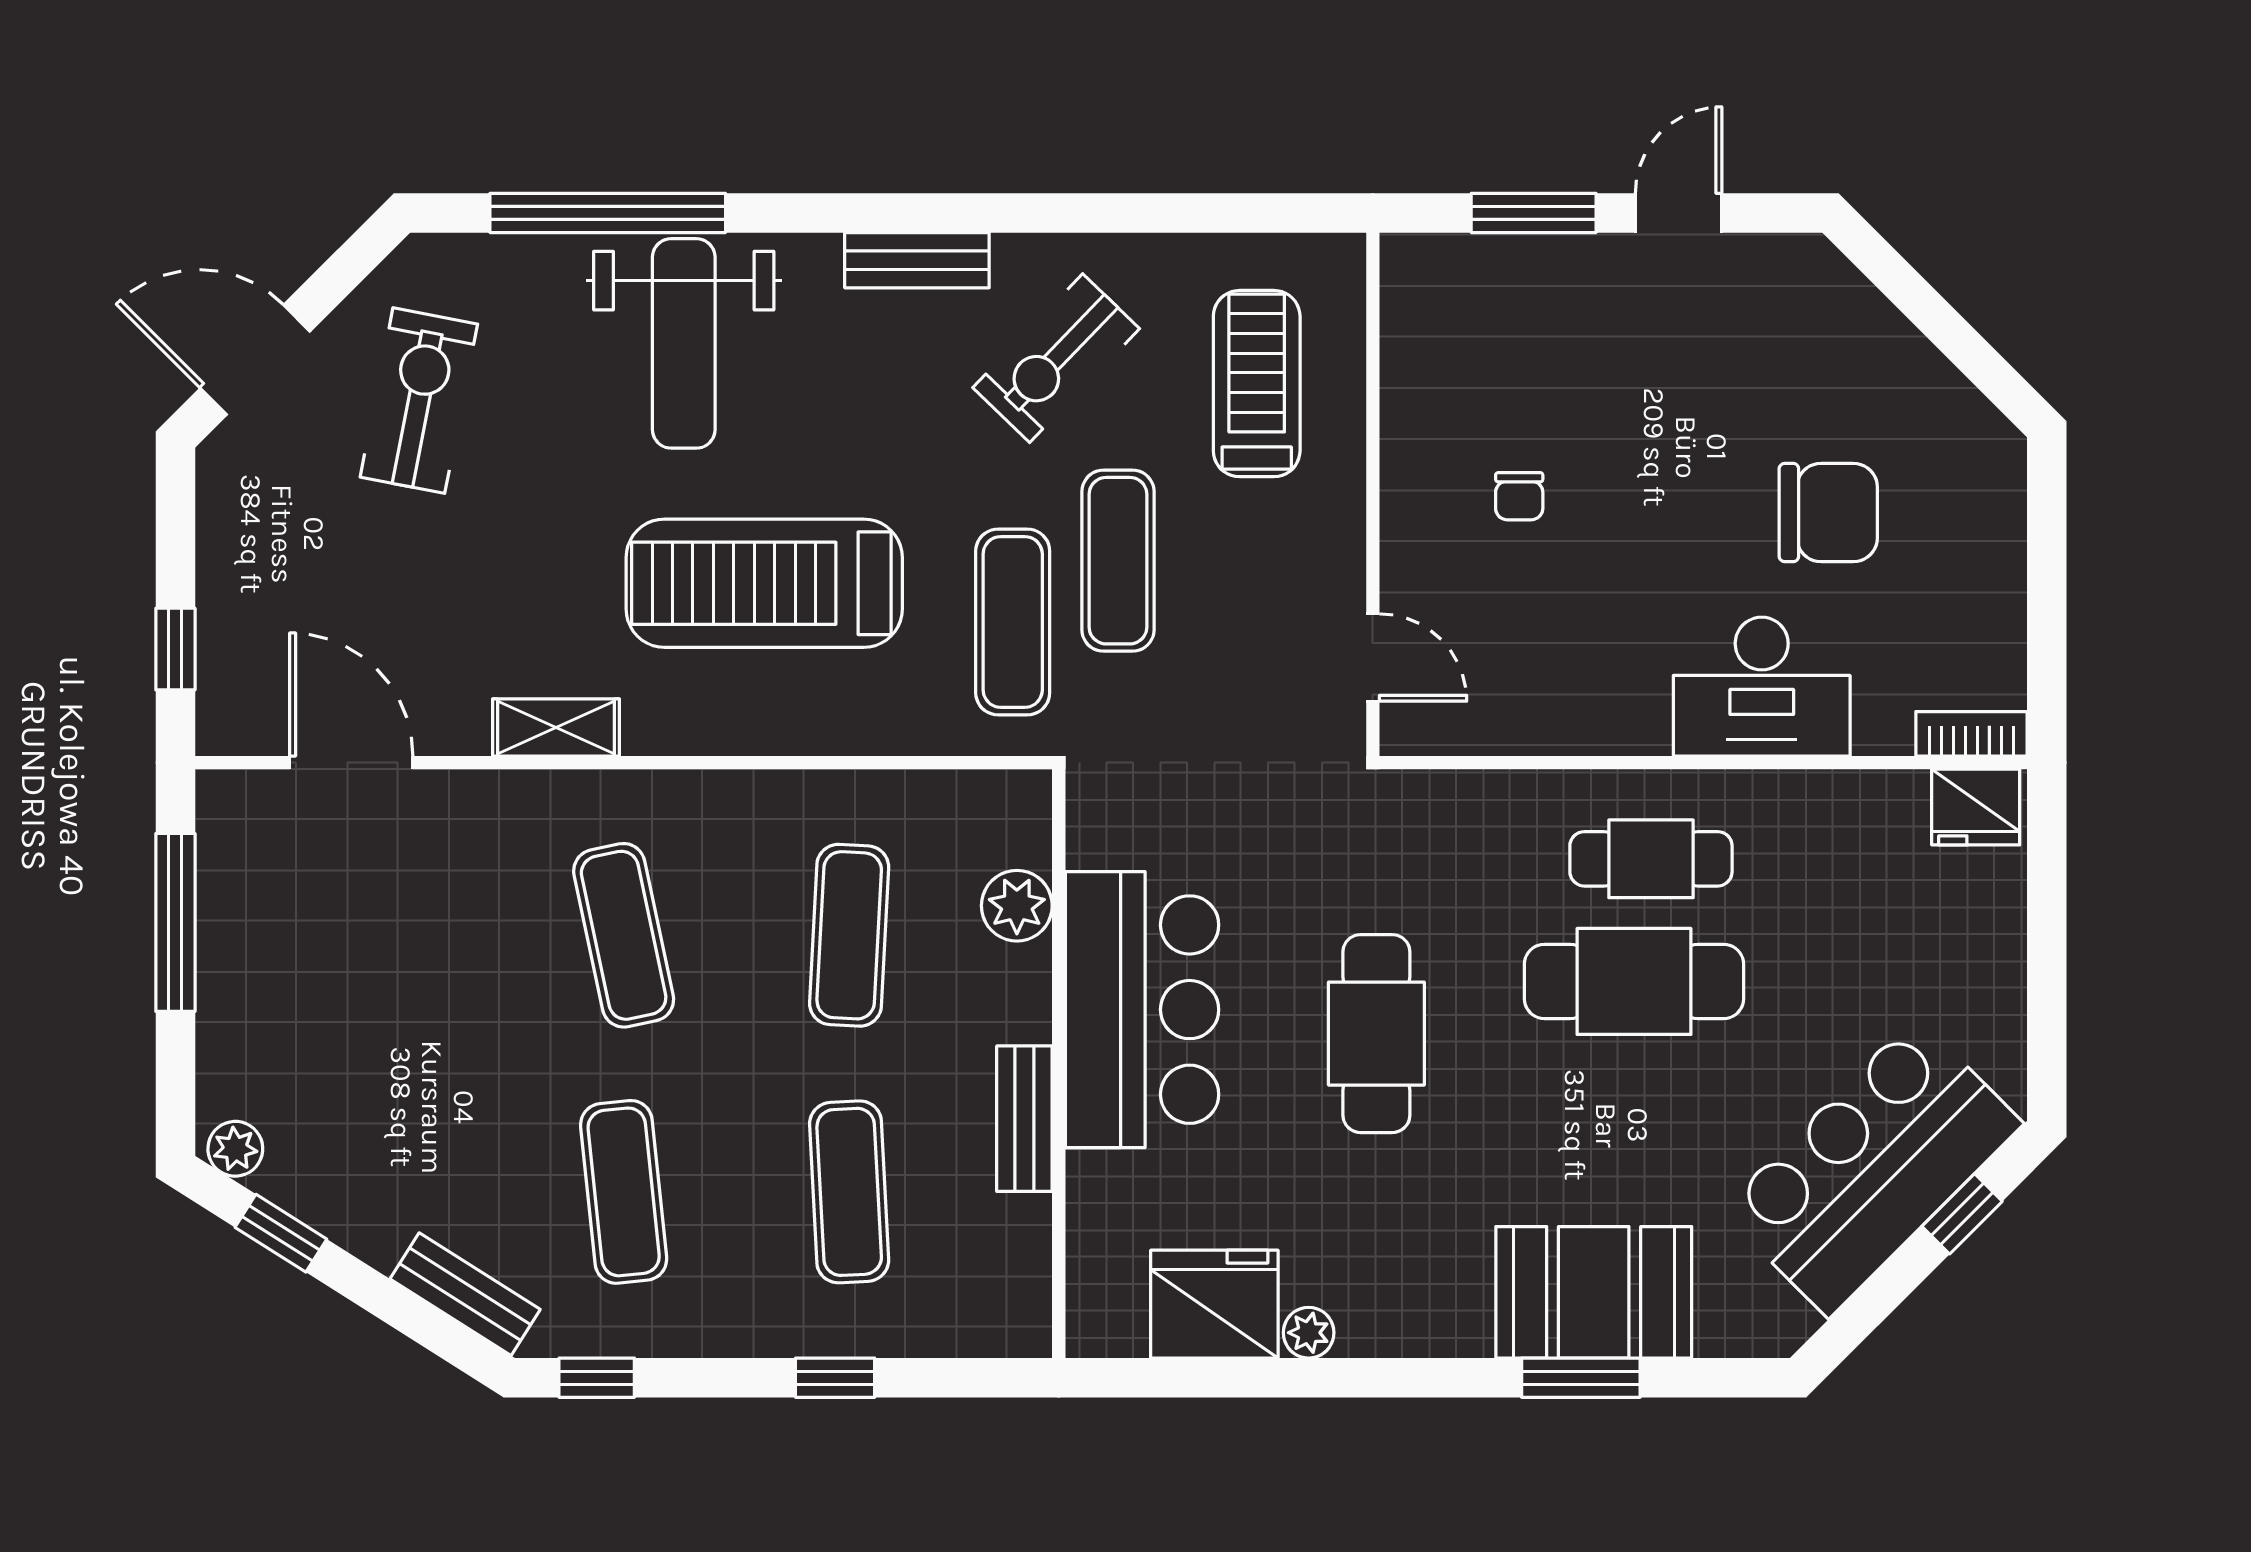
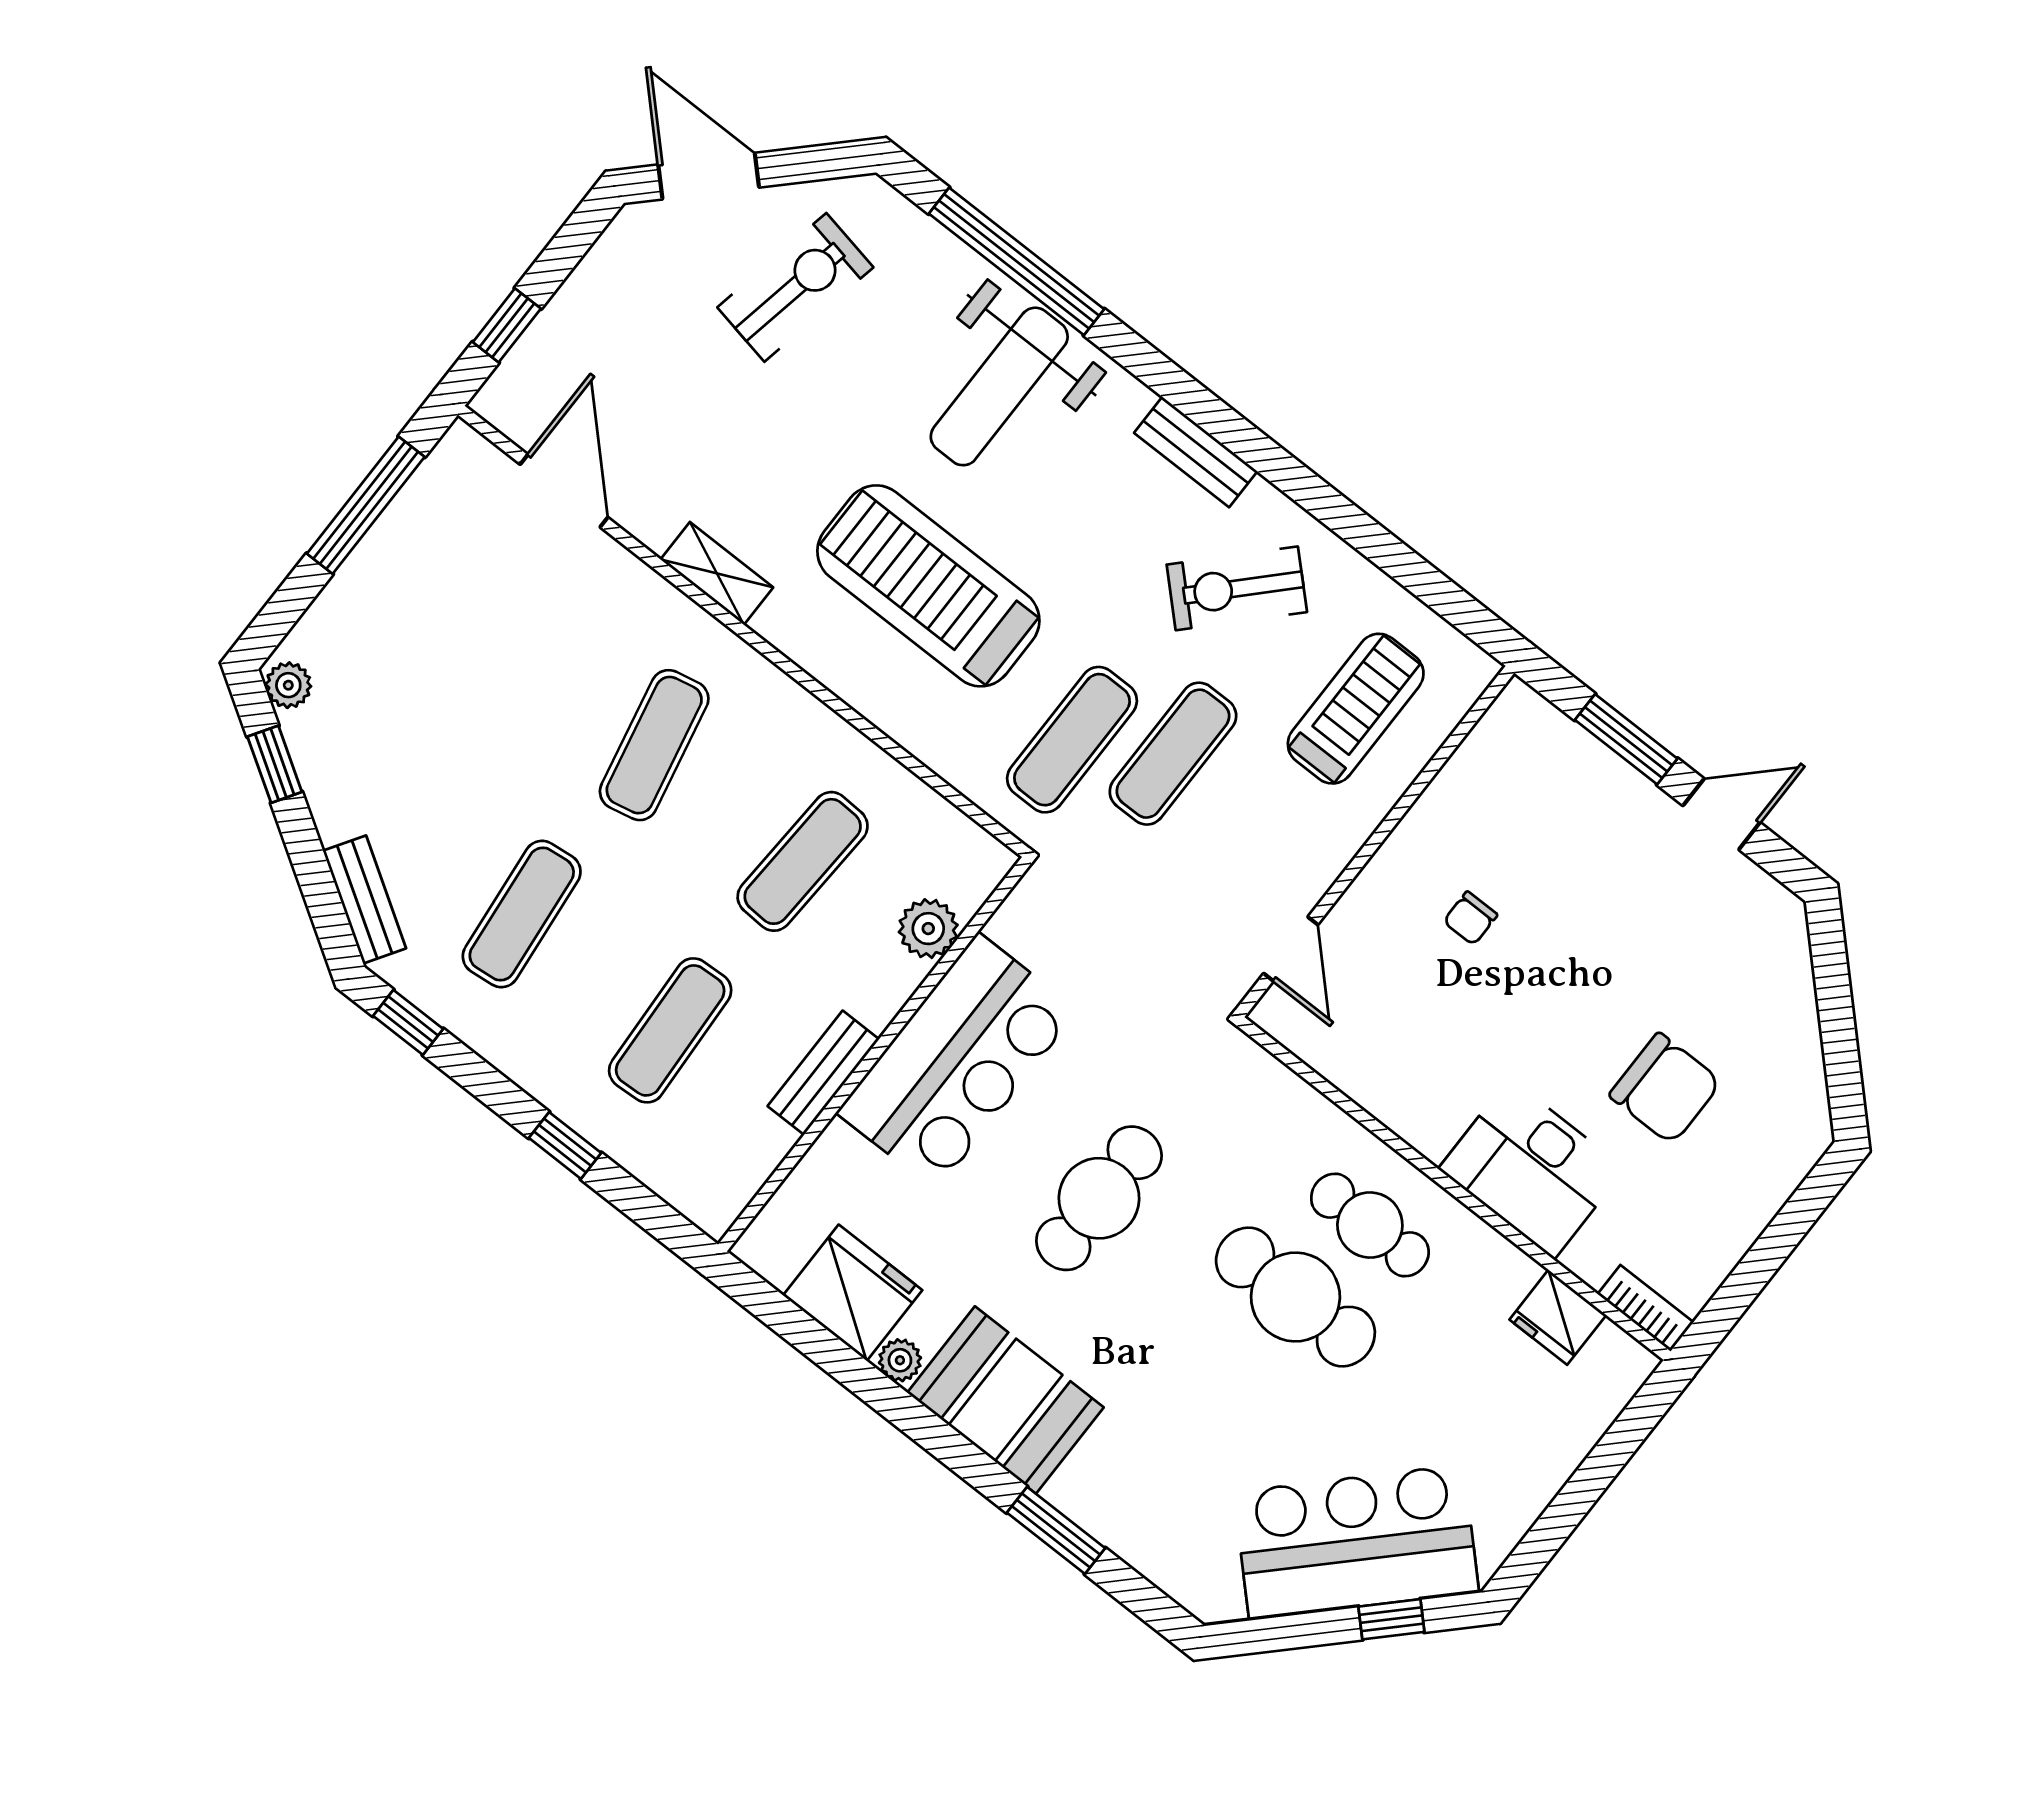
fridge: (1976, 807) -> (1558, 1317), moved
booth: (1594, 1292) -> (1005, 1400), moved

